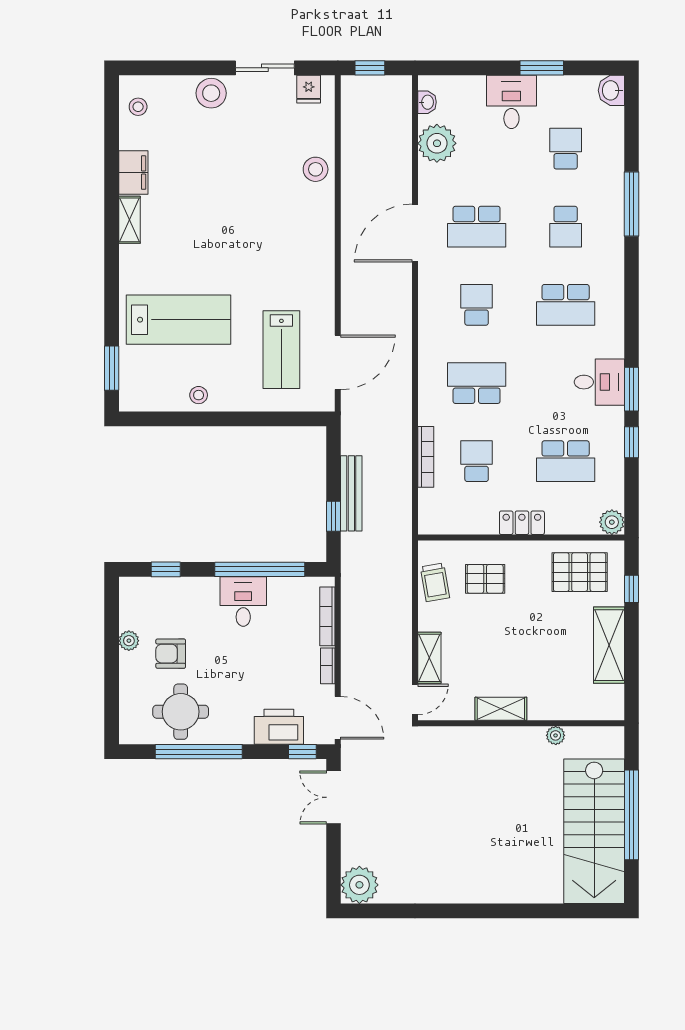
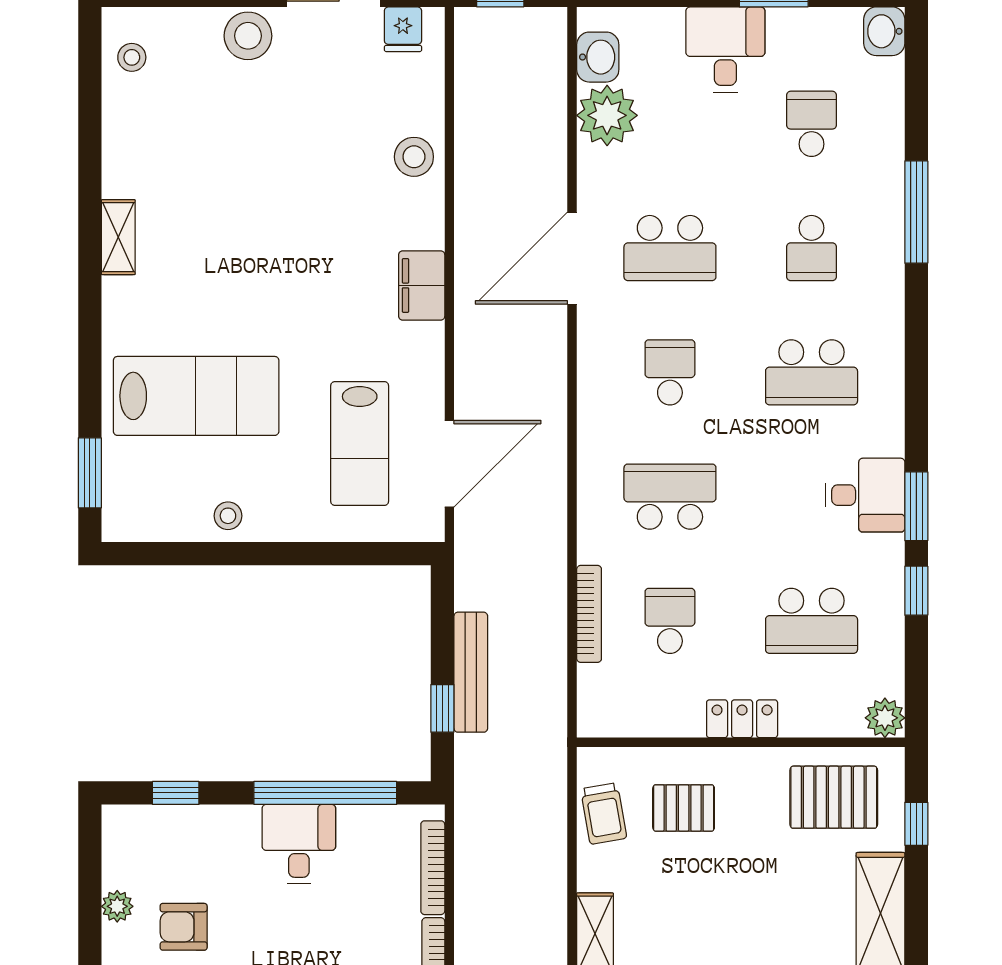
washbasin: (427, 102) -> (598, 57), width x1.38, depth x1.45
filing cabinet: (133, 173) -> (422, 285), moved, turned 180

